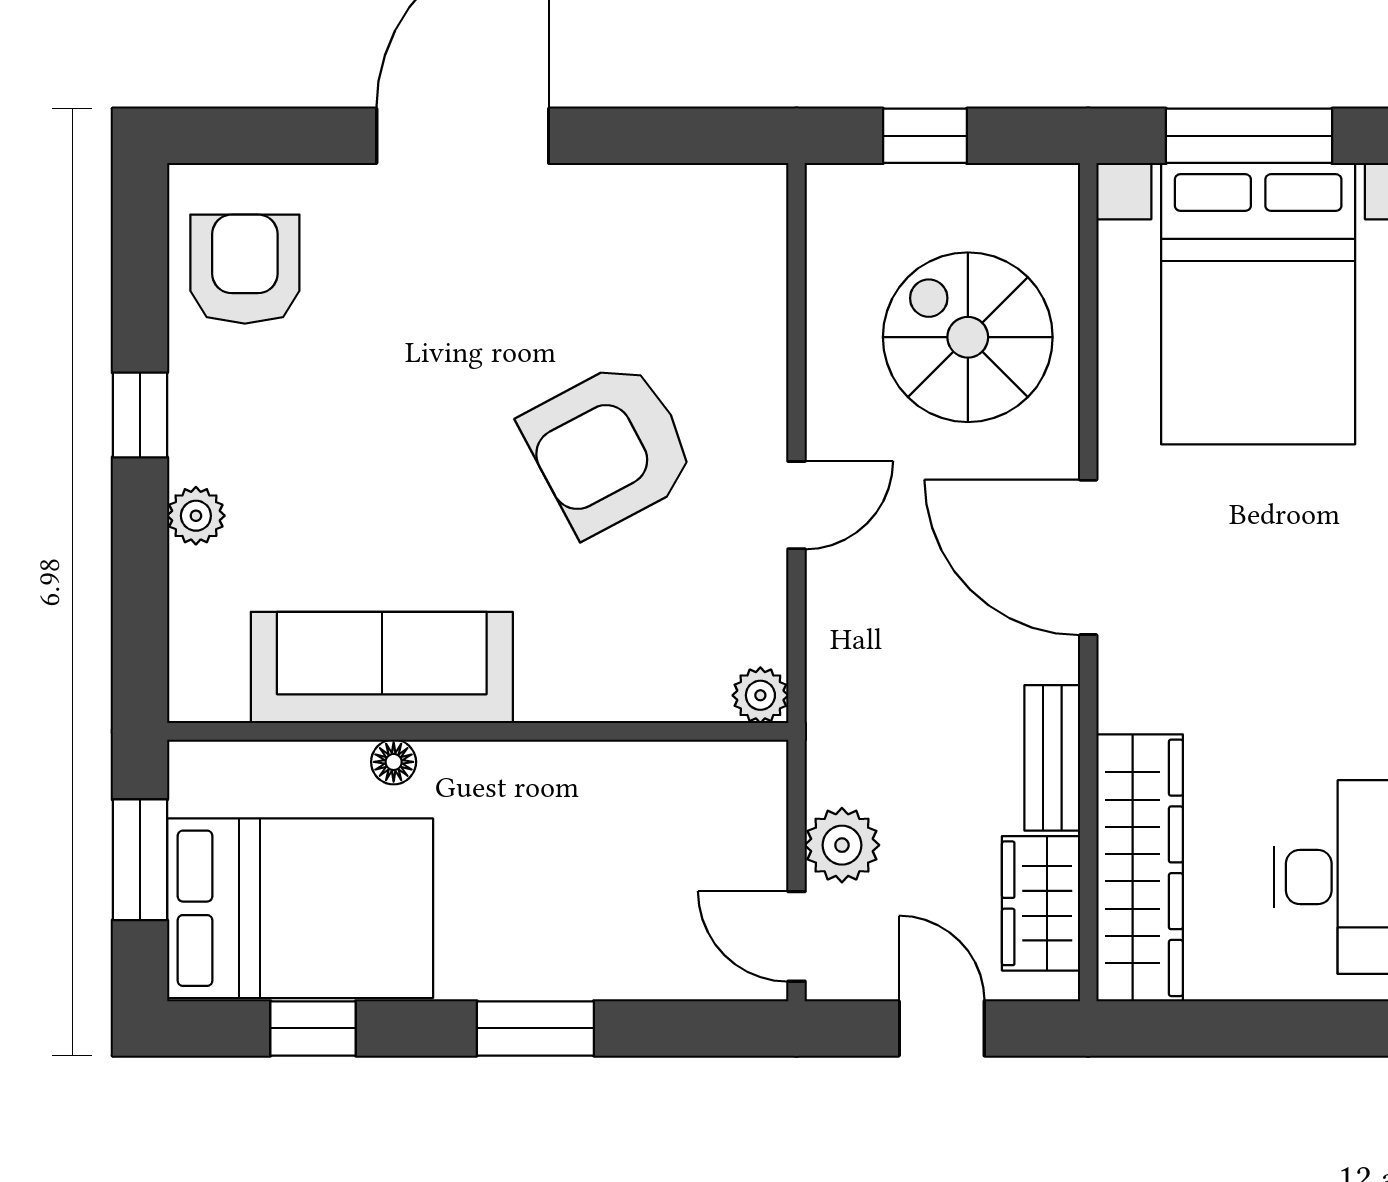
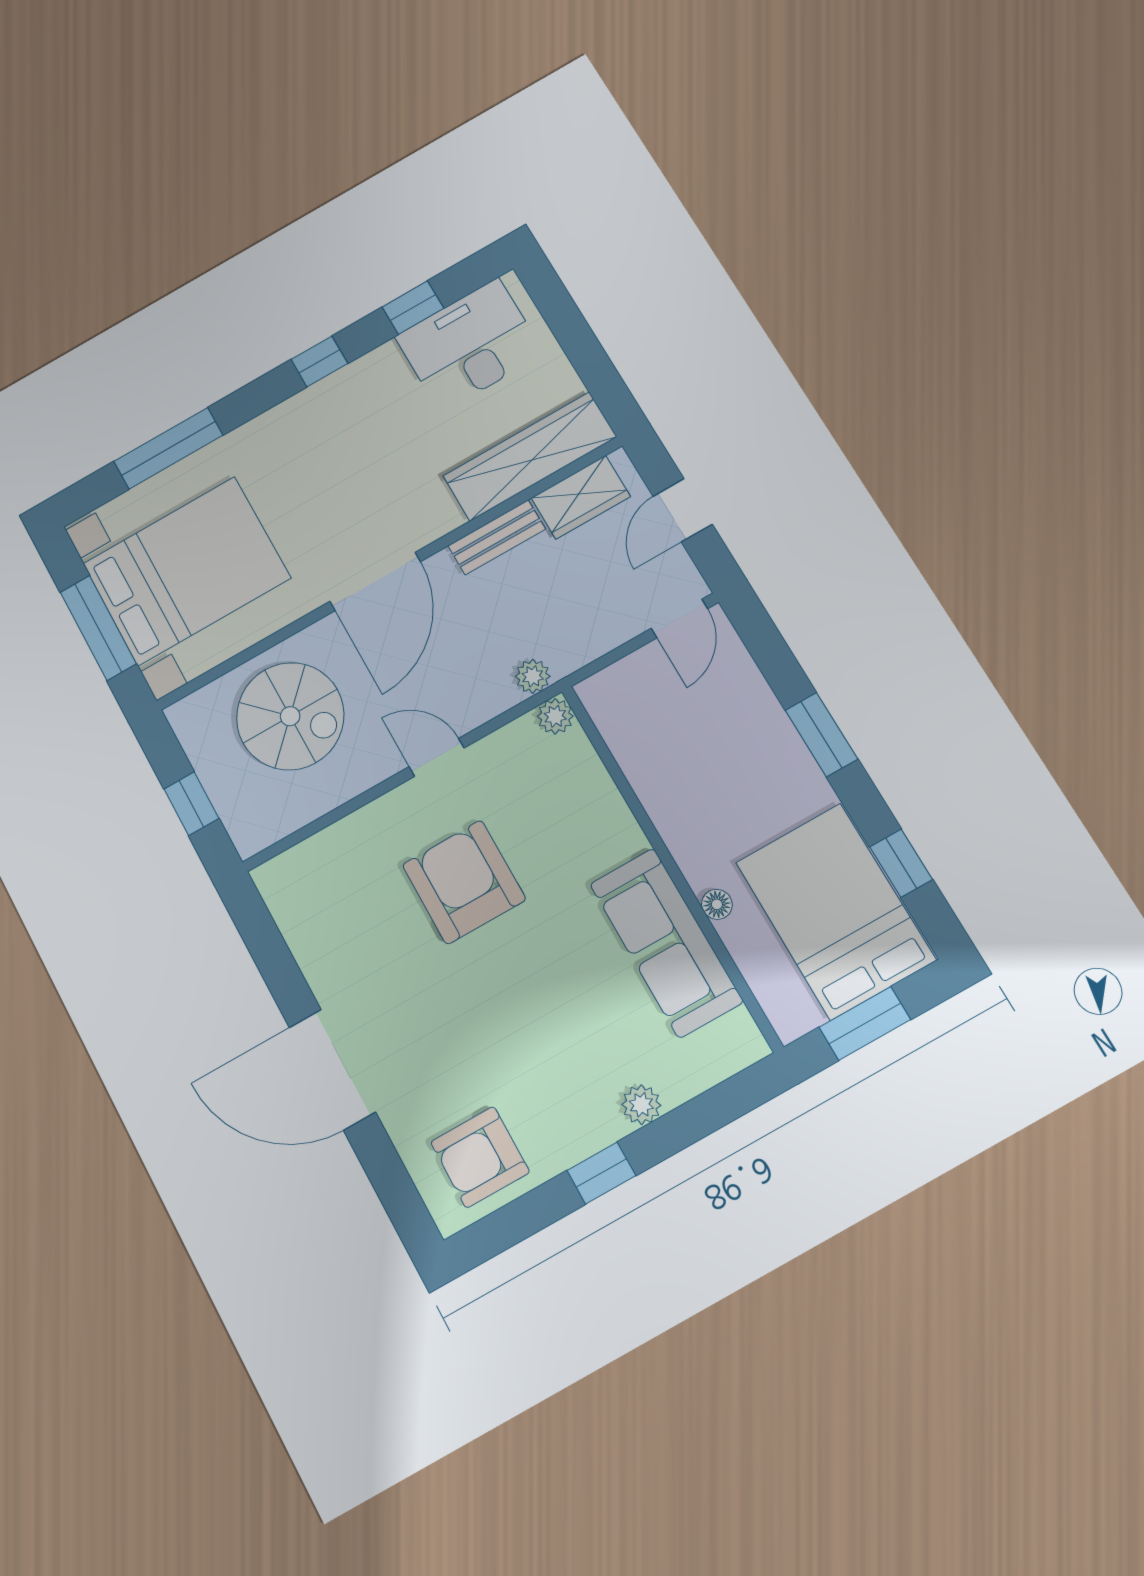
spiral stairs: (968, 337) -> (290, 716), turned -90
armchair: (609, 448) -> (464, 882), turned -152
plant: (842, 845) -> (533, 676), moved, width x0.73, depth x0.73

